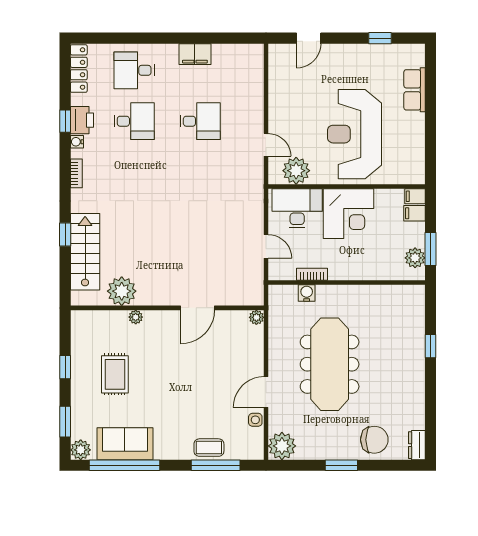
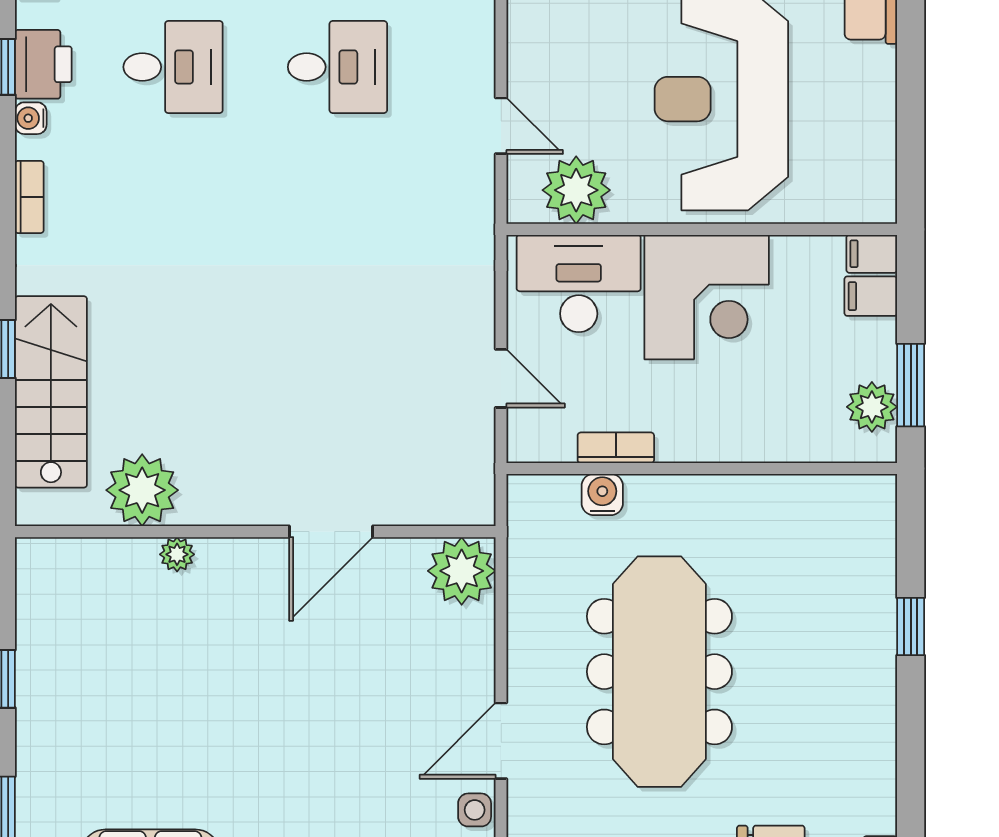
plant: (256, 317) -> (462, 571), width x1.87, depth x1.87
rug: (115, 374) -> (125, 697), removed

